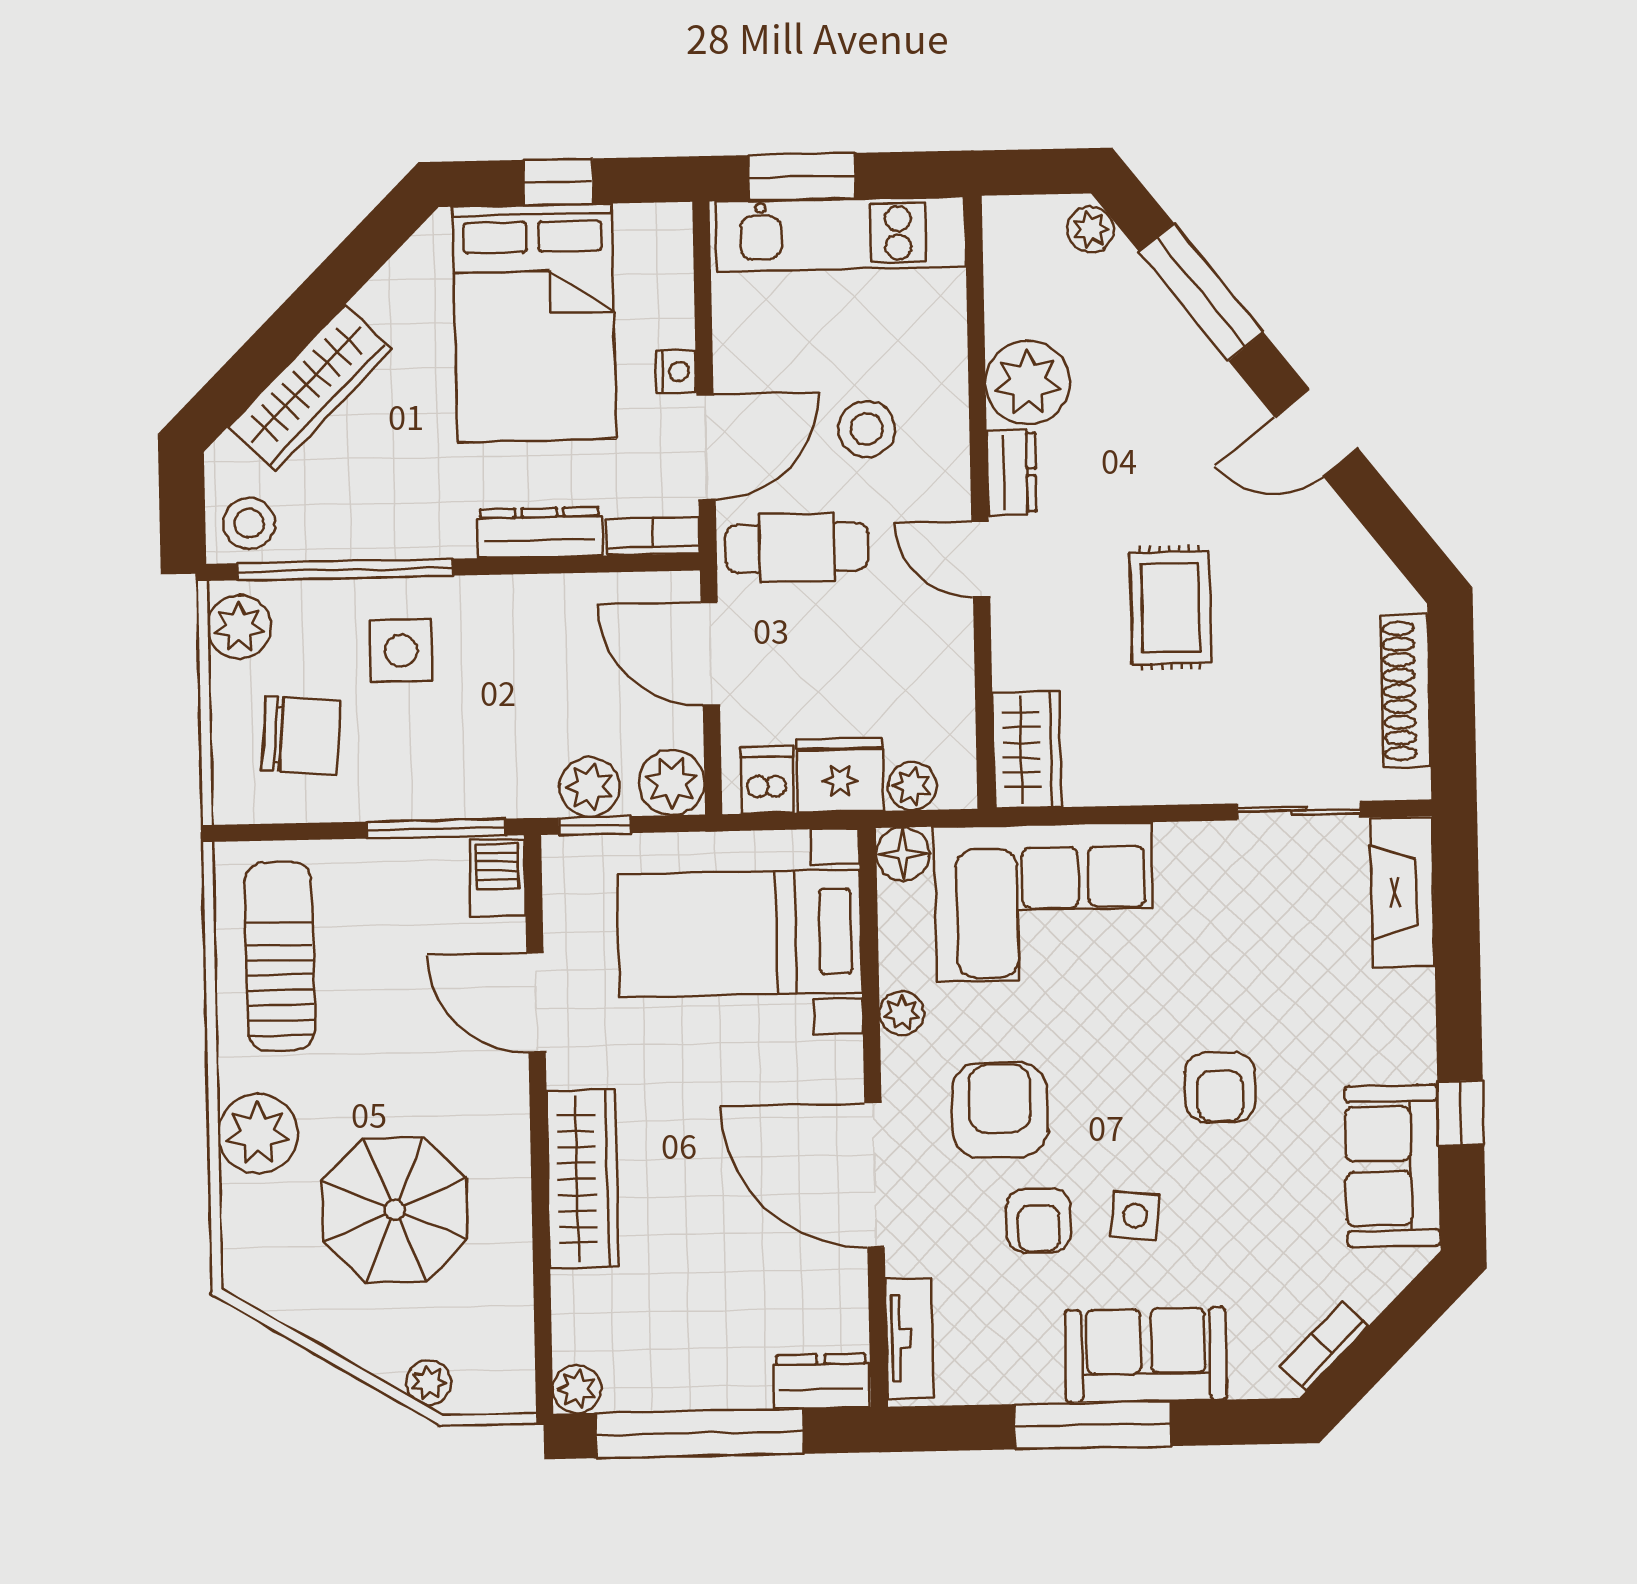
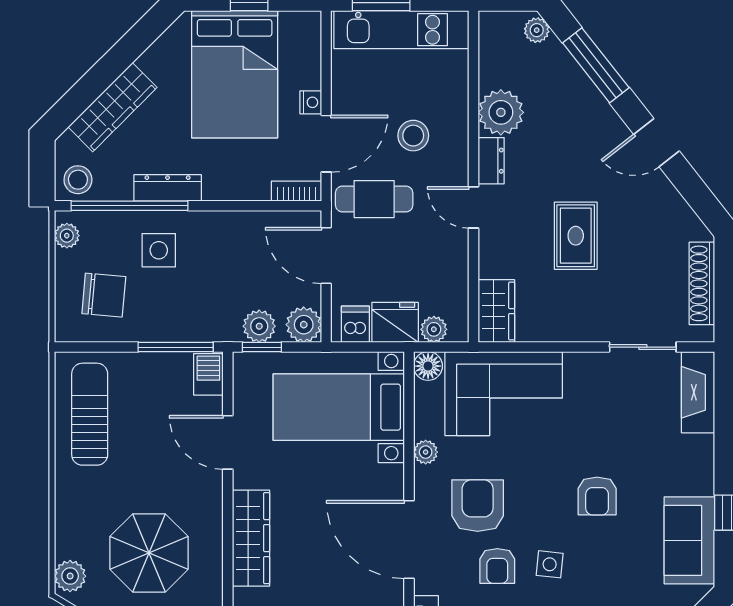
dresser: (540, 533) -> (168, 188), moved
plant: (239, 627) -> (67, 236), width x0.73, depth x0.73
plant: (258, 1134) -> (70, 576), moved, width x0.73, depth x0.73

